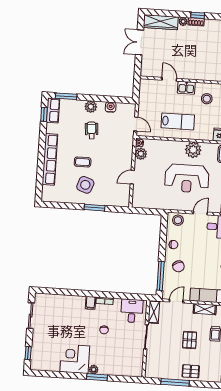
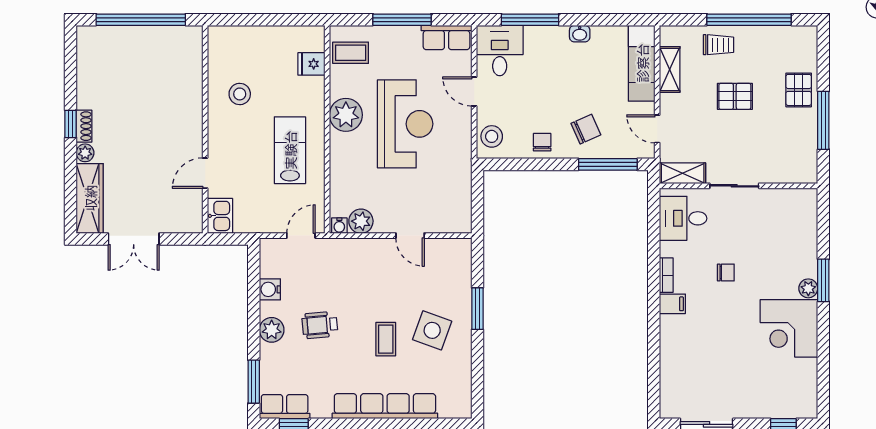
kitchen sink: (186, 88) -> (220, 216), moved

